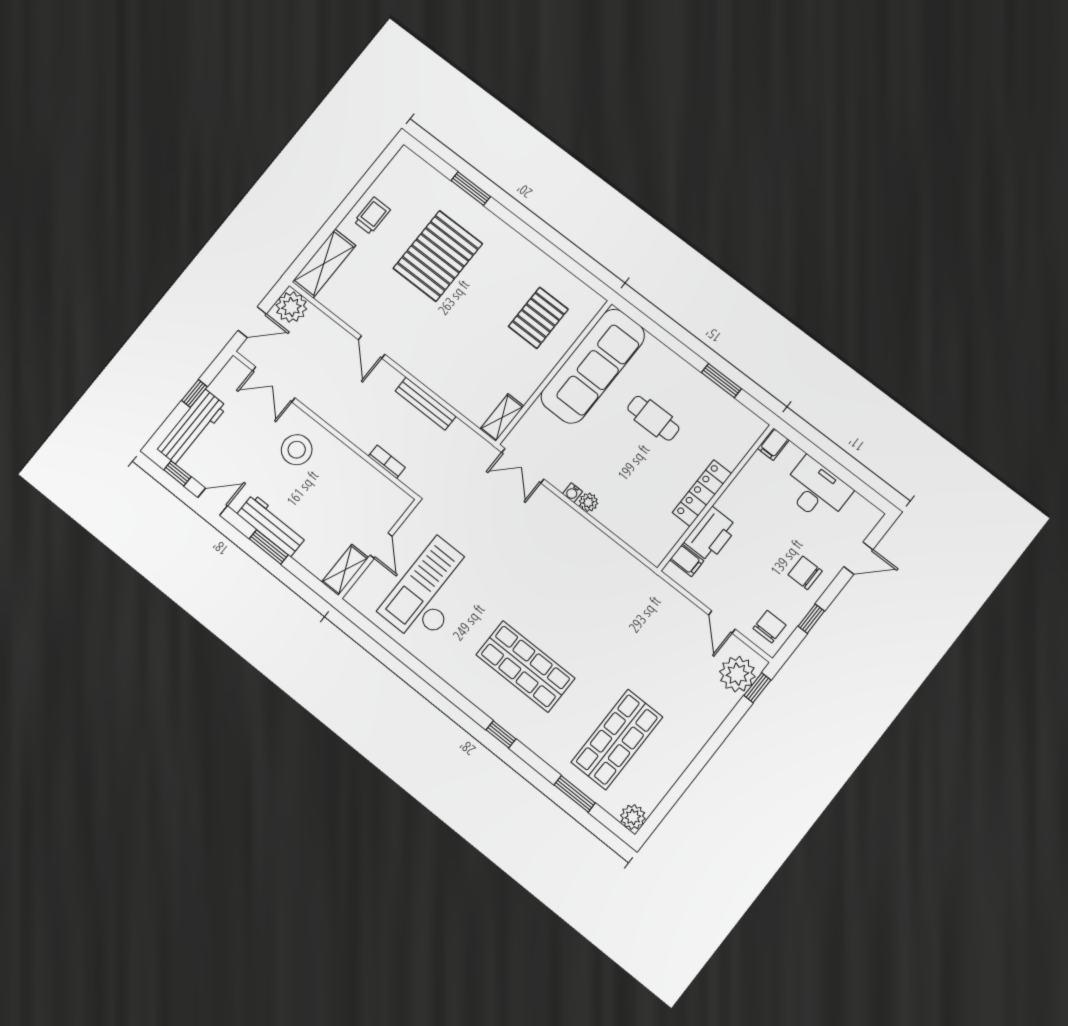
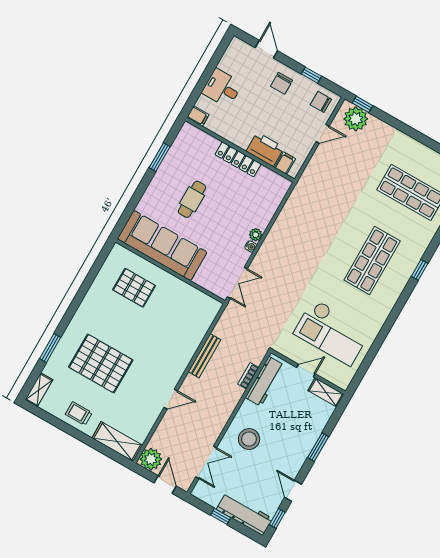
shelving: (502, 418) -> (39, 390), moved, turned 90
desk: (816, 490) -> (222, 88), width x0.73
workbench: (272, 525) -> (265, 381), moved, turned 180

